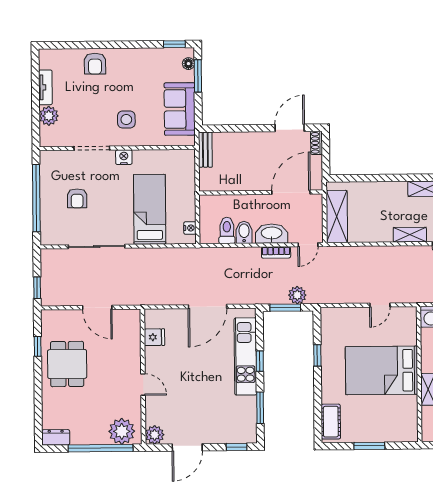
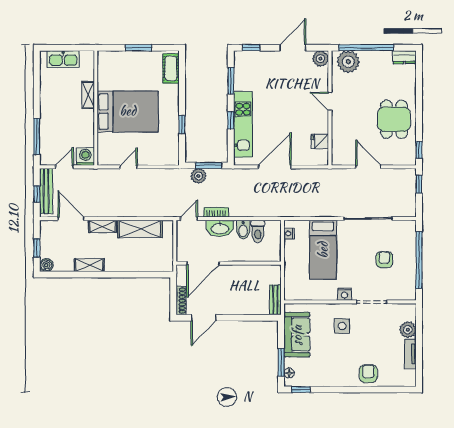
shoe rack: (316, 143) -> (181, 301), width x1.43
shelving: (337, 216) -> (140, 229), moved, turned 90
window: (38, 346) -> (419, 150), moved

